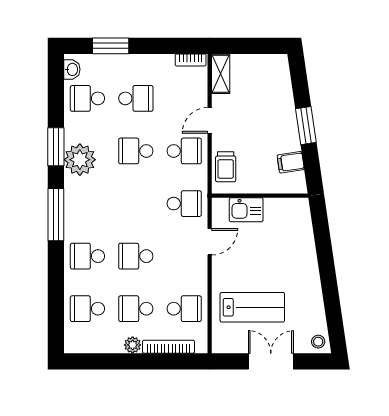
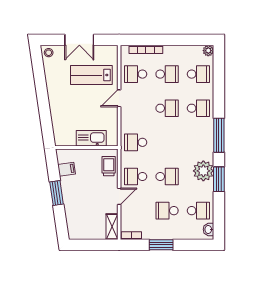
window: (111, 46) -> (161, 245), moved
kitchen sink: (246, 210) -> (91, 138), width x1.38
door: (210, 242) -> (119, 98), moved
plant: (133, 345) -> (208, 51), moved

